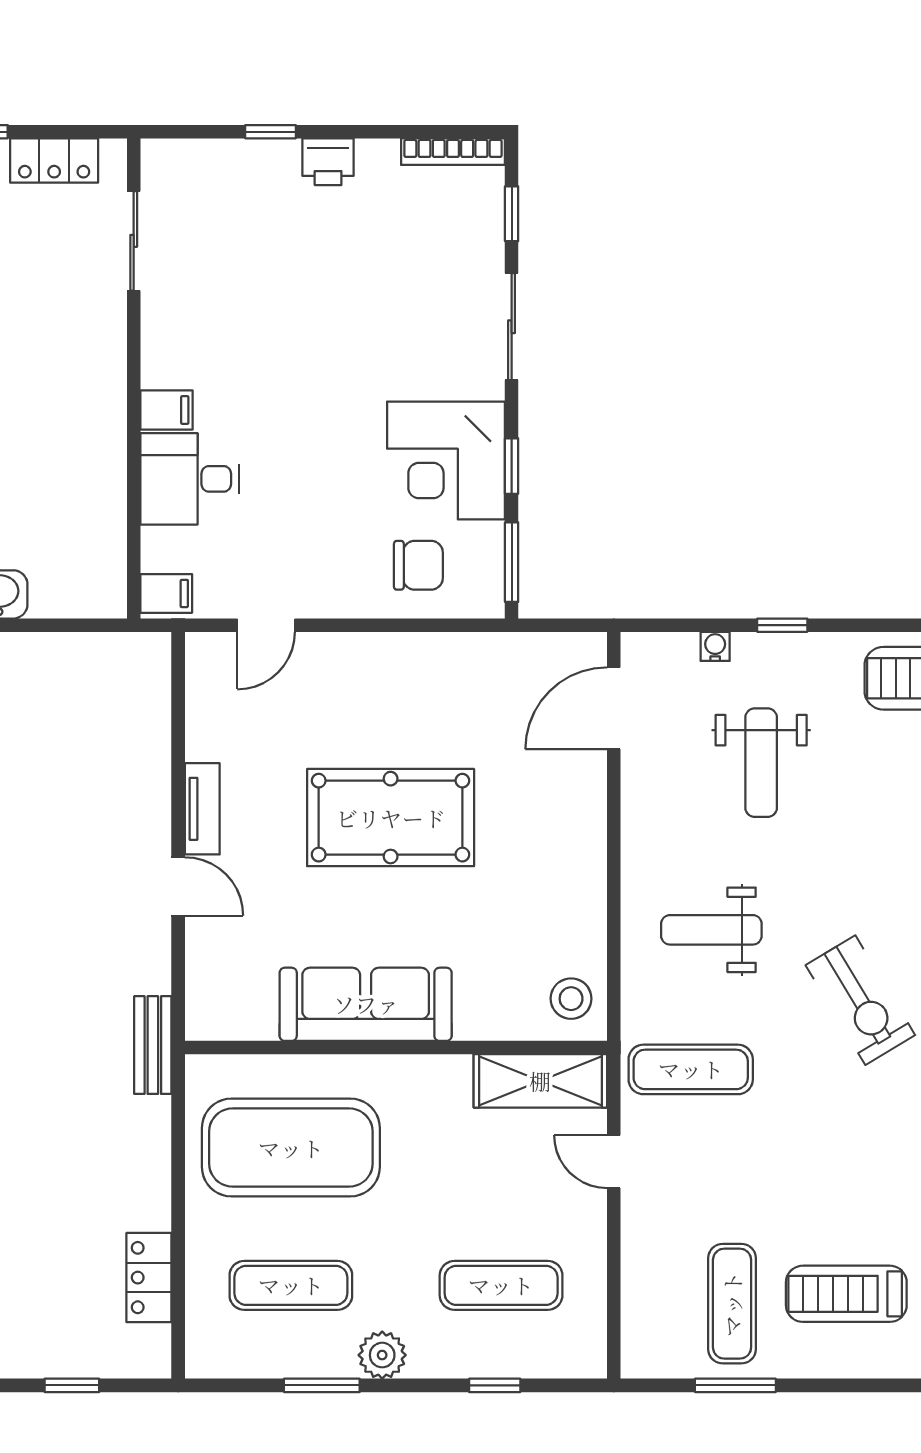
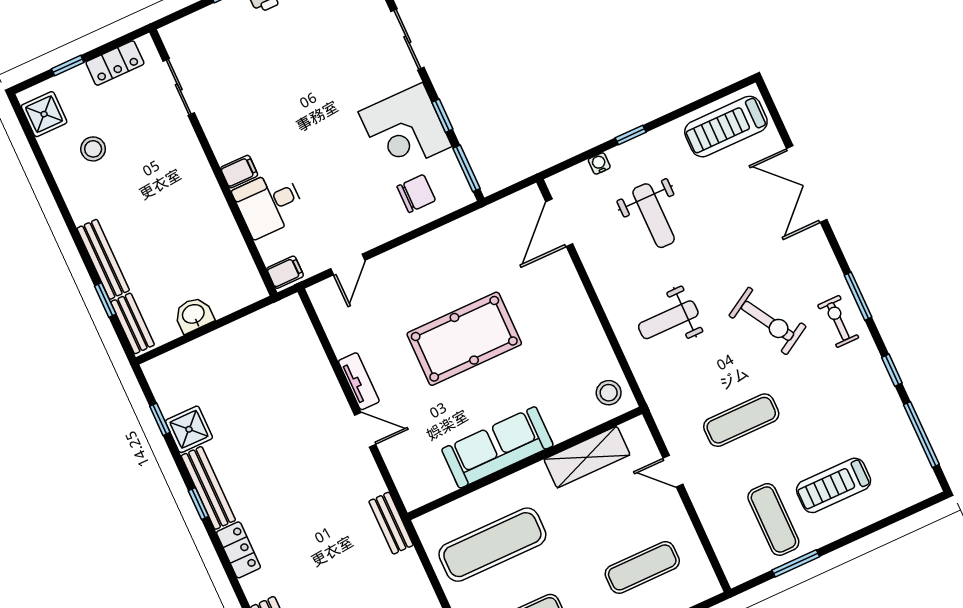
exercise mat: (691, 1069) -> (741, 420), moved
shelving: (540, 1081) -> (587, 457), moved
exercise mat: (291, 1148) -> (492, 545), width x0.68

